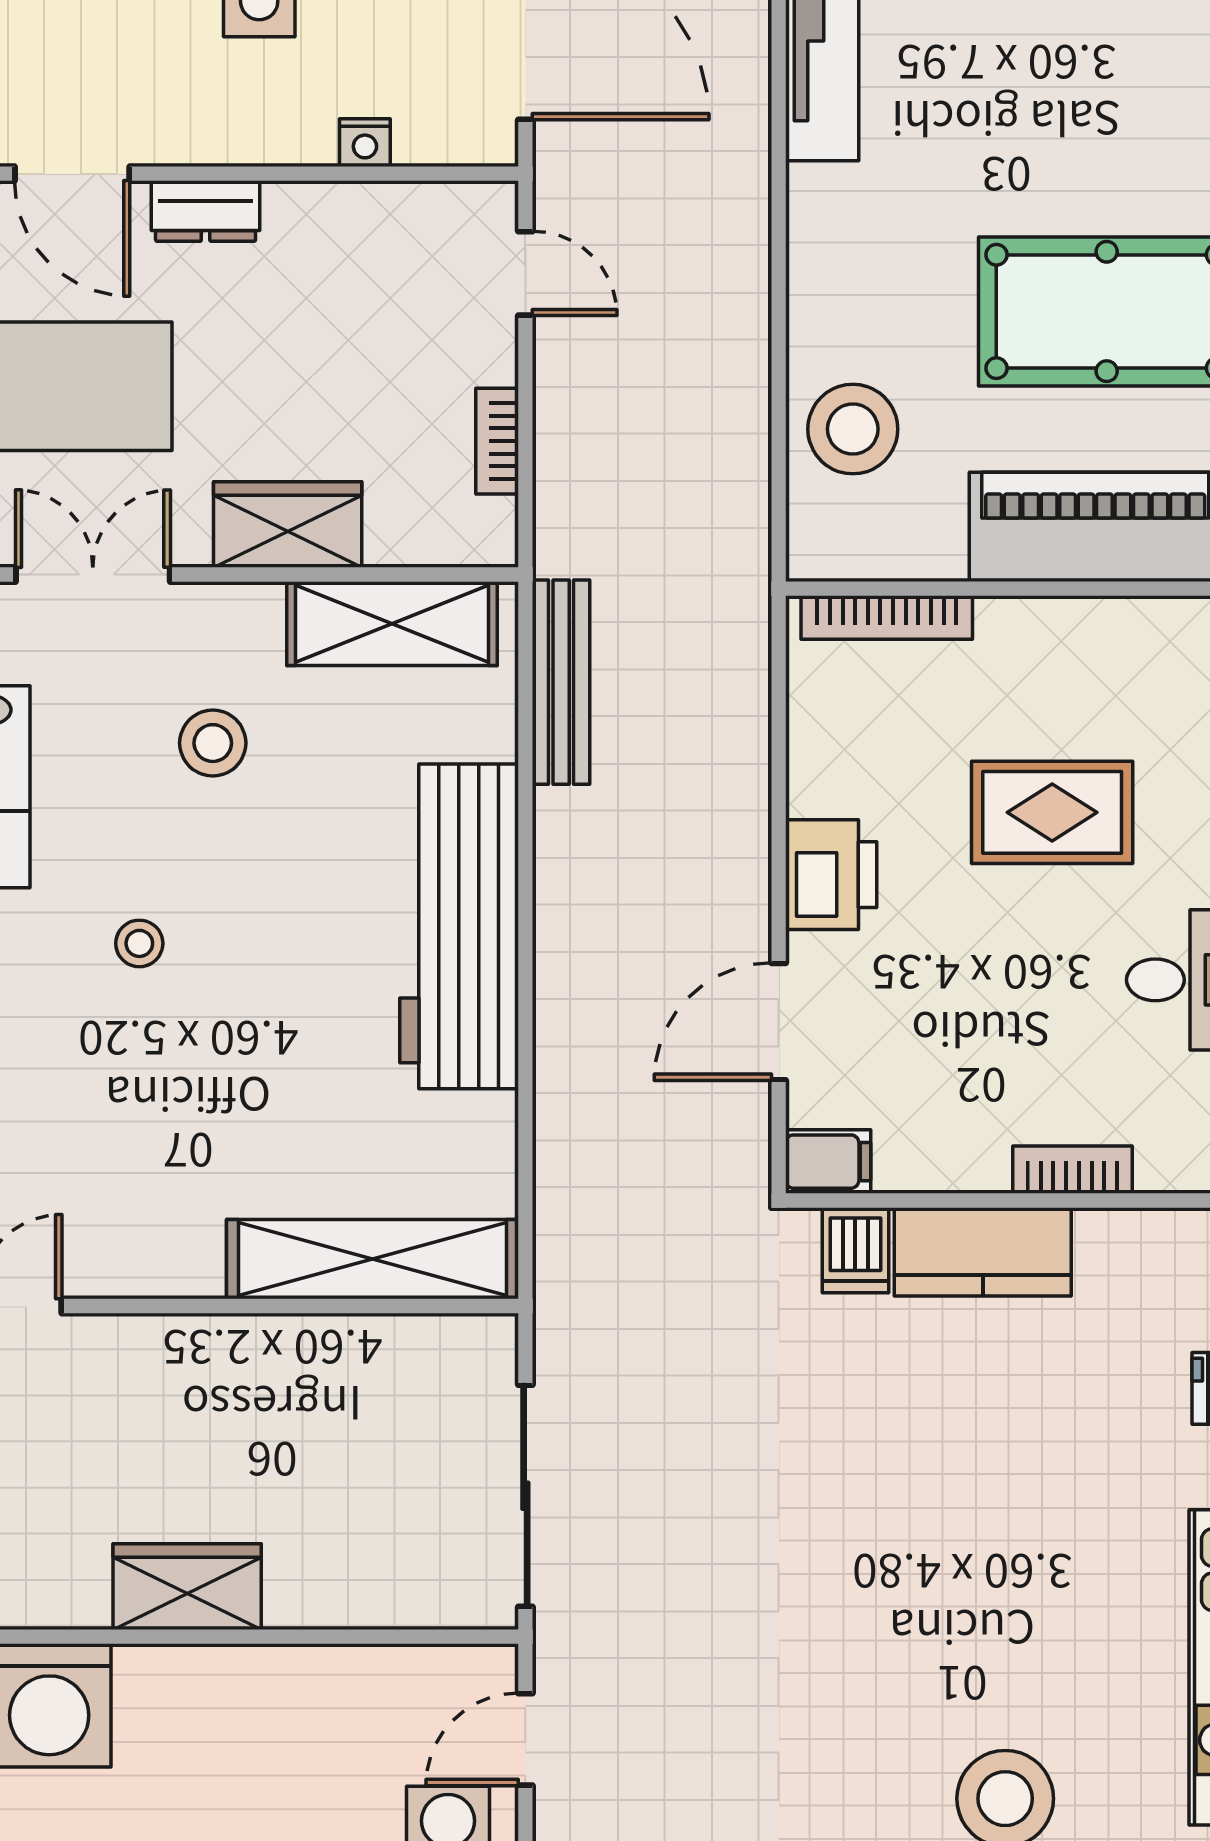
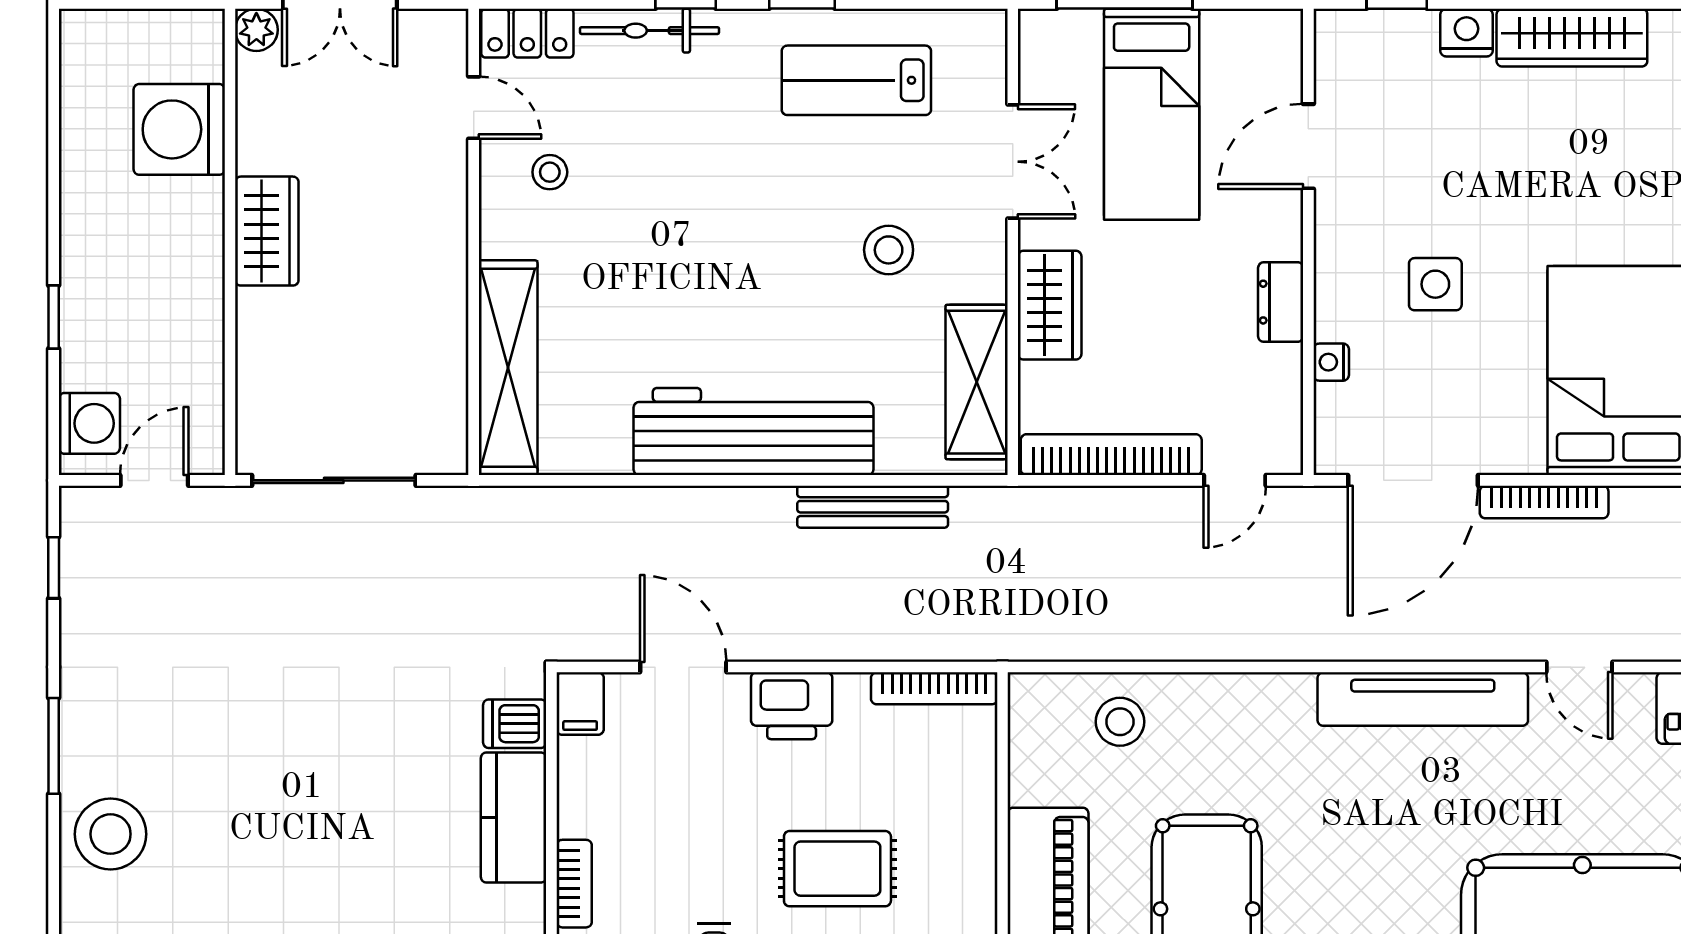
dresser: (206, 211) -> (1281, 302), moved
stool: (853, 429) -> (1120, 722), width x0.73, depth x0.73
bookcase: (497, 441) -> (1111, 455), width x2.31, depth x1.31
bookcase: (887, 617) -> (934, 688), moved, turned -90
bench: (561, 682) -> (873, 507), moved
rug: (1052, 812) -> (837, 869), turned 90
stool: (139, 943) -> (550, 172), moved
door: (525, 1739) -> (154, 480), hinge flipped

